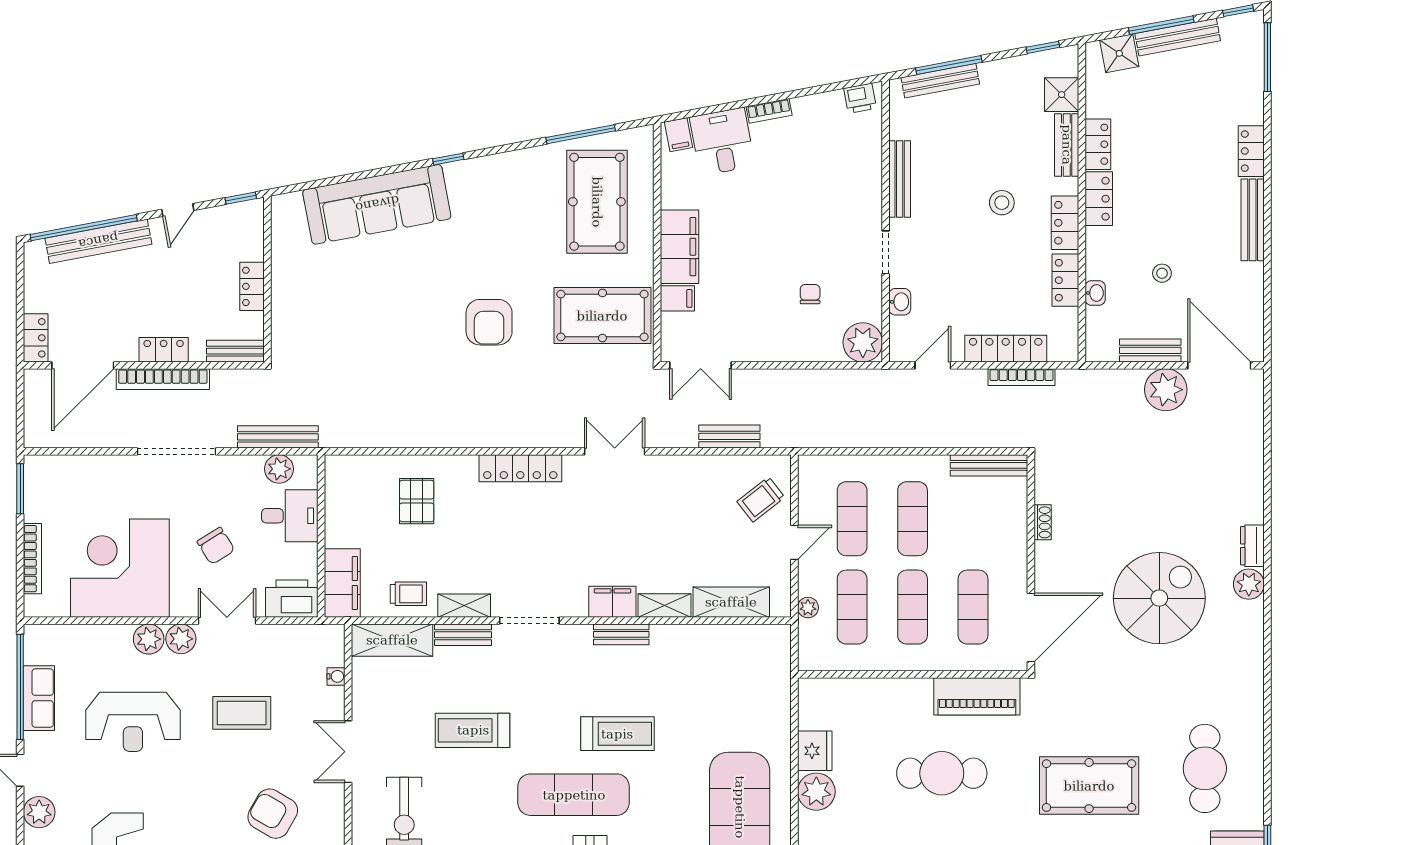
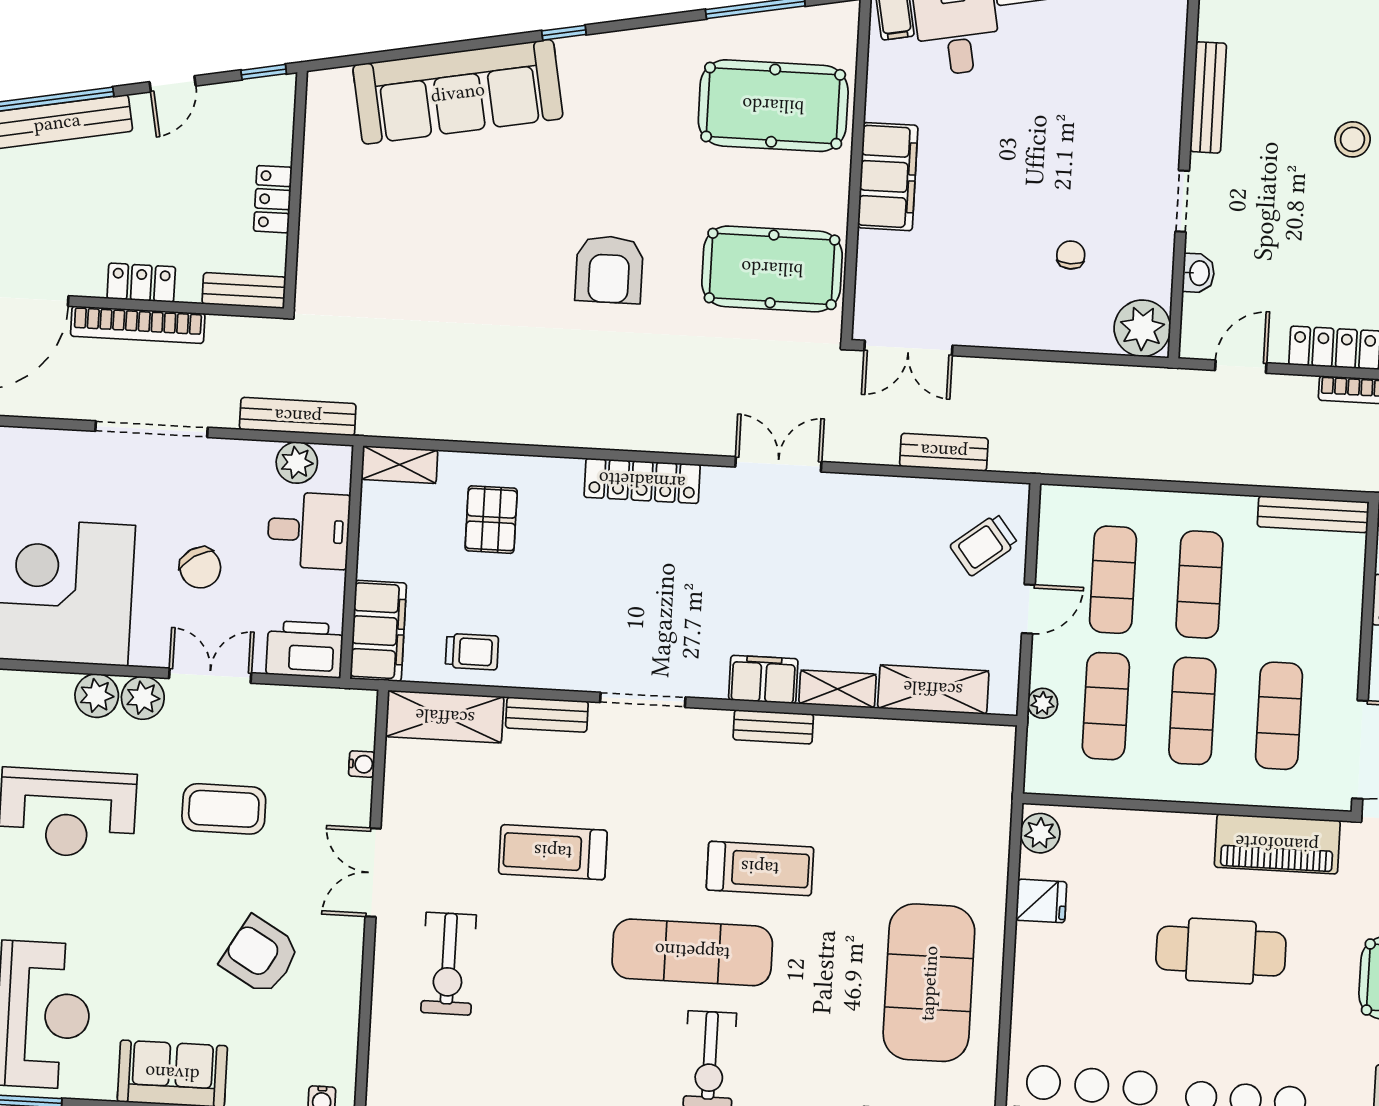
pool table: (597, 202) -> (773, 106), turned 90
filing cabinet: (677, 298) -> (881, 250), removed
shelving: (464, 606) -> (400, 465), moved
fridge: (815, 751) -> (1041, 901), width x0.72
plant: (816, 792) -> (1040, 833), moved, width x0.73, depth x0.73

